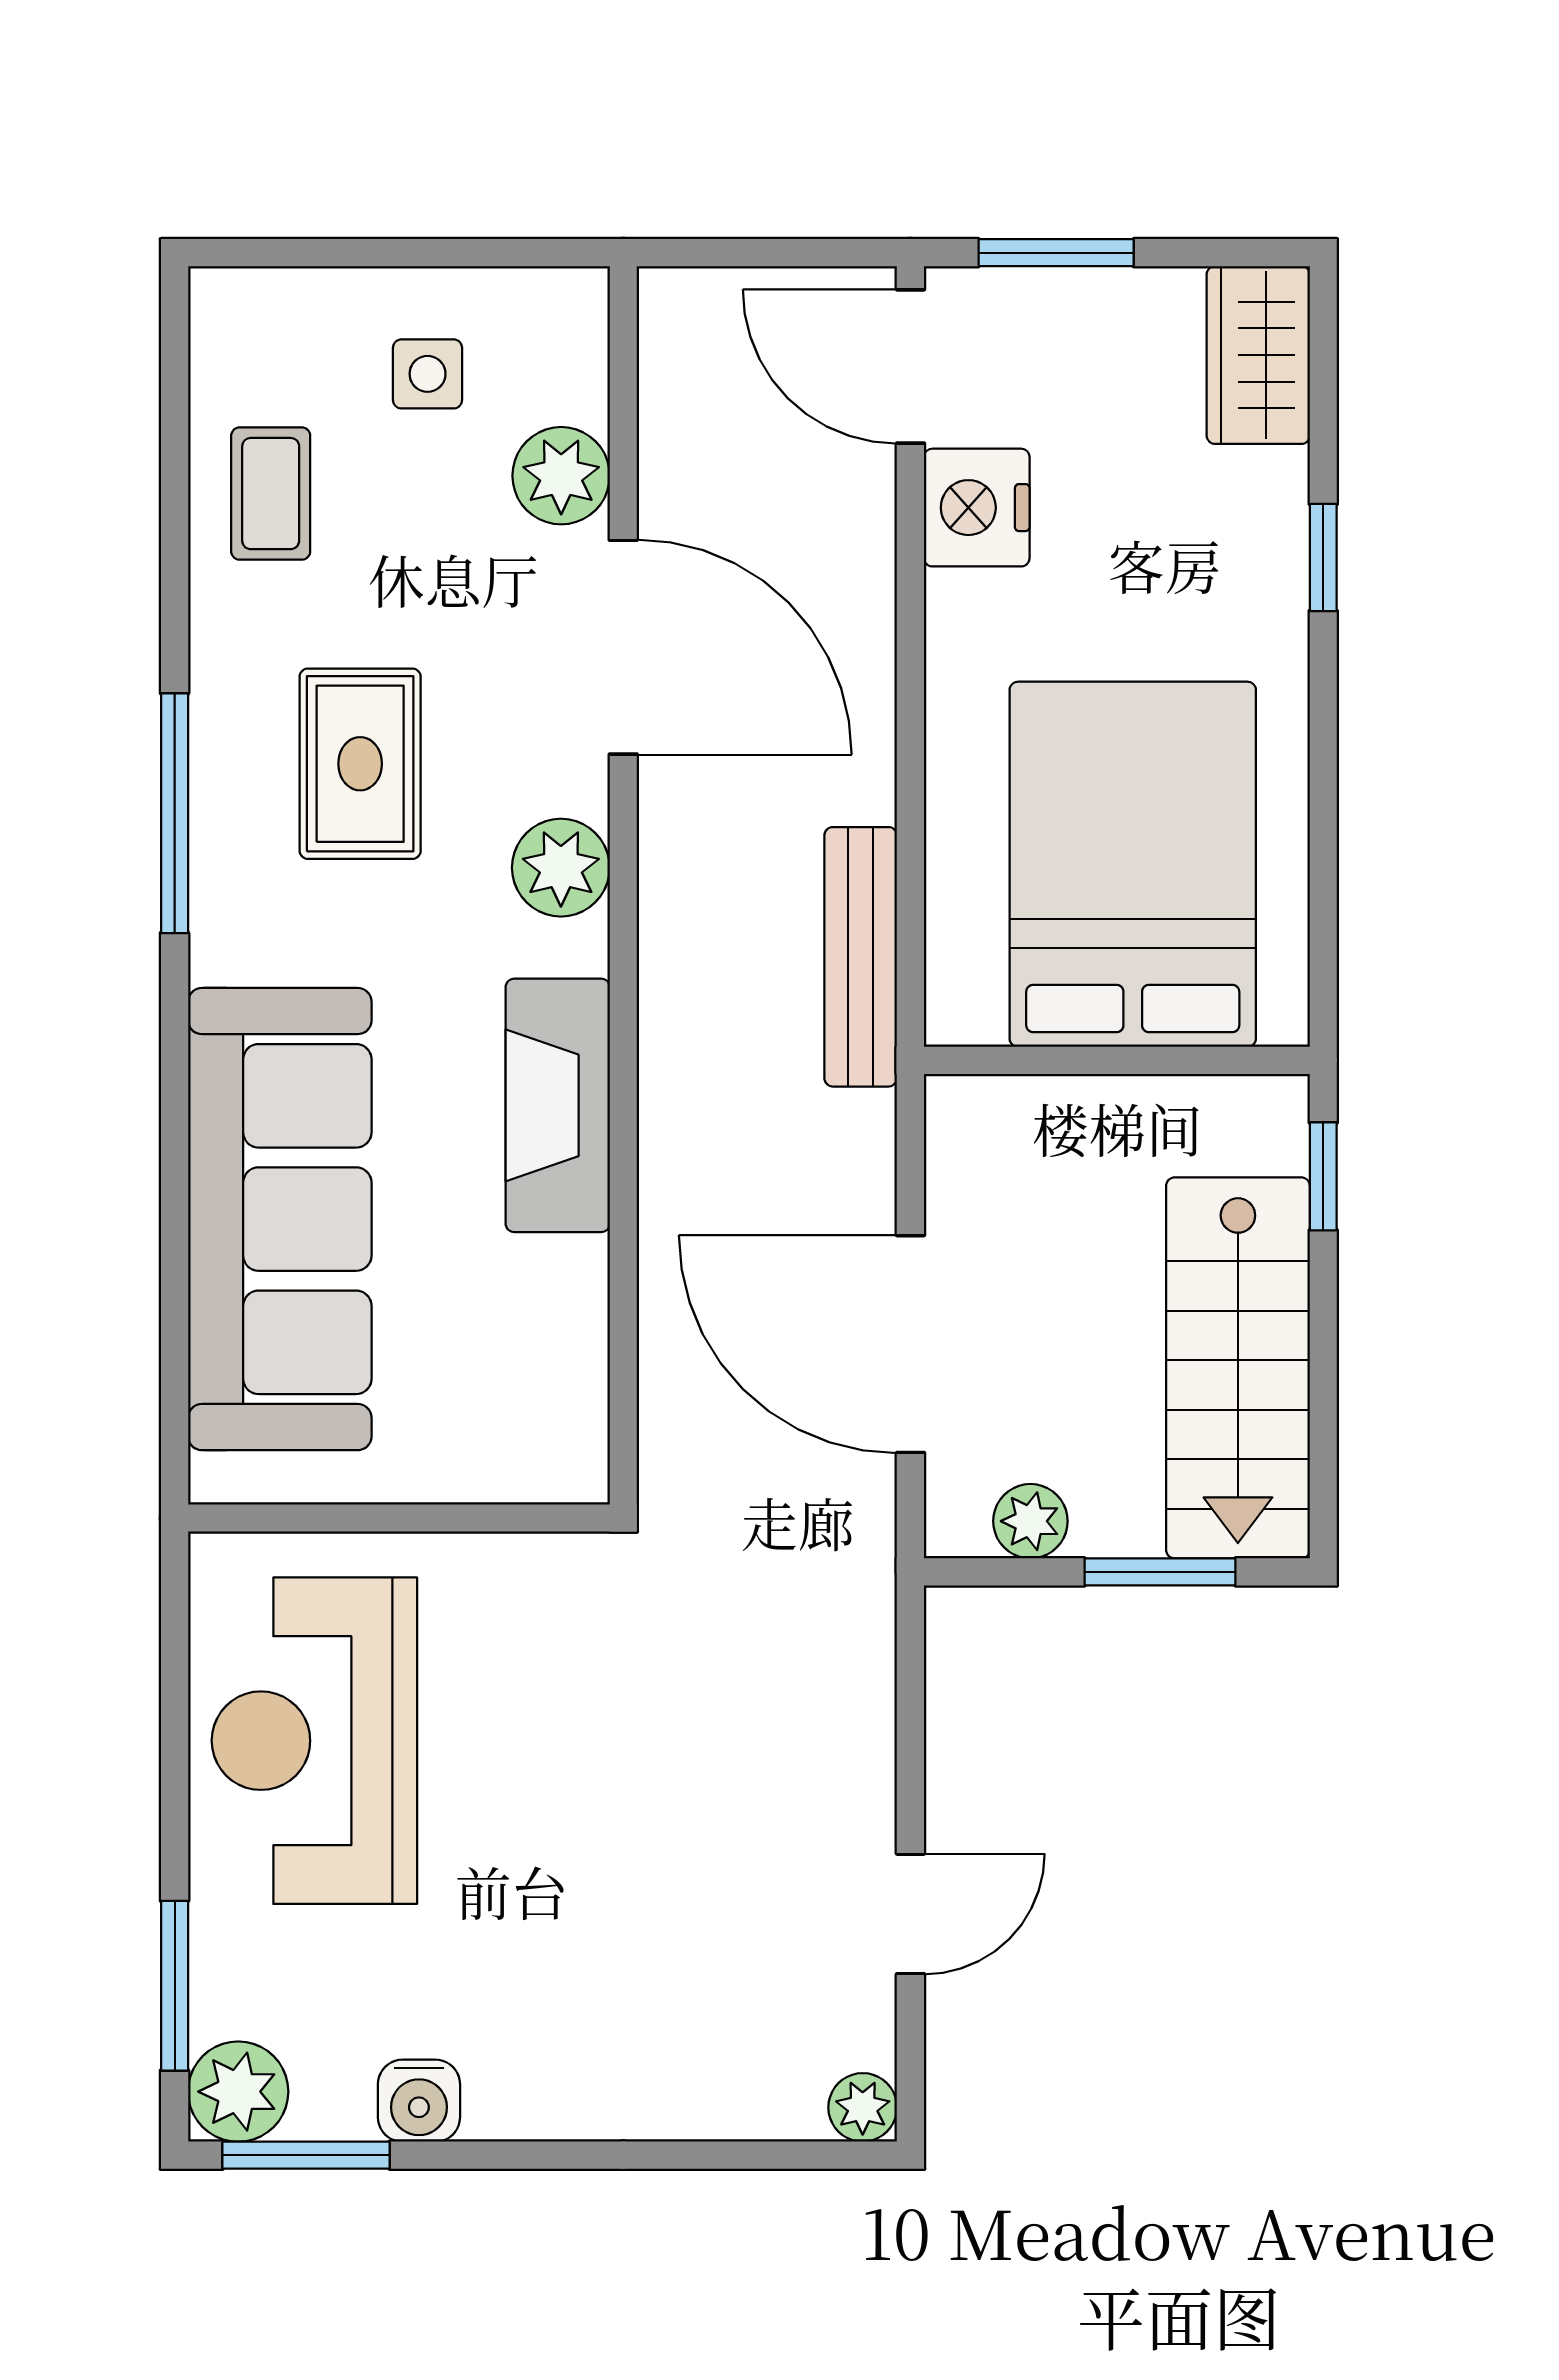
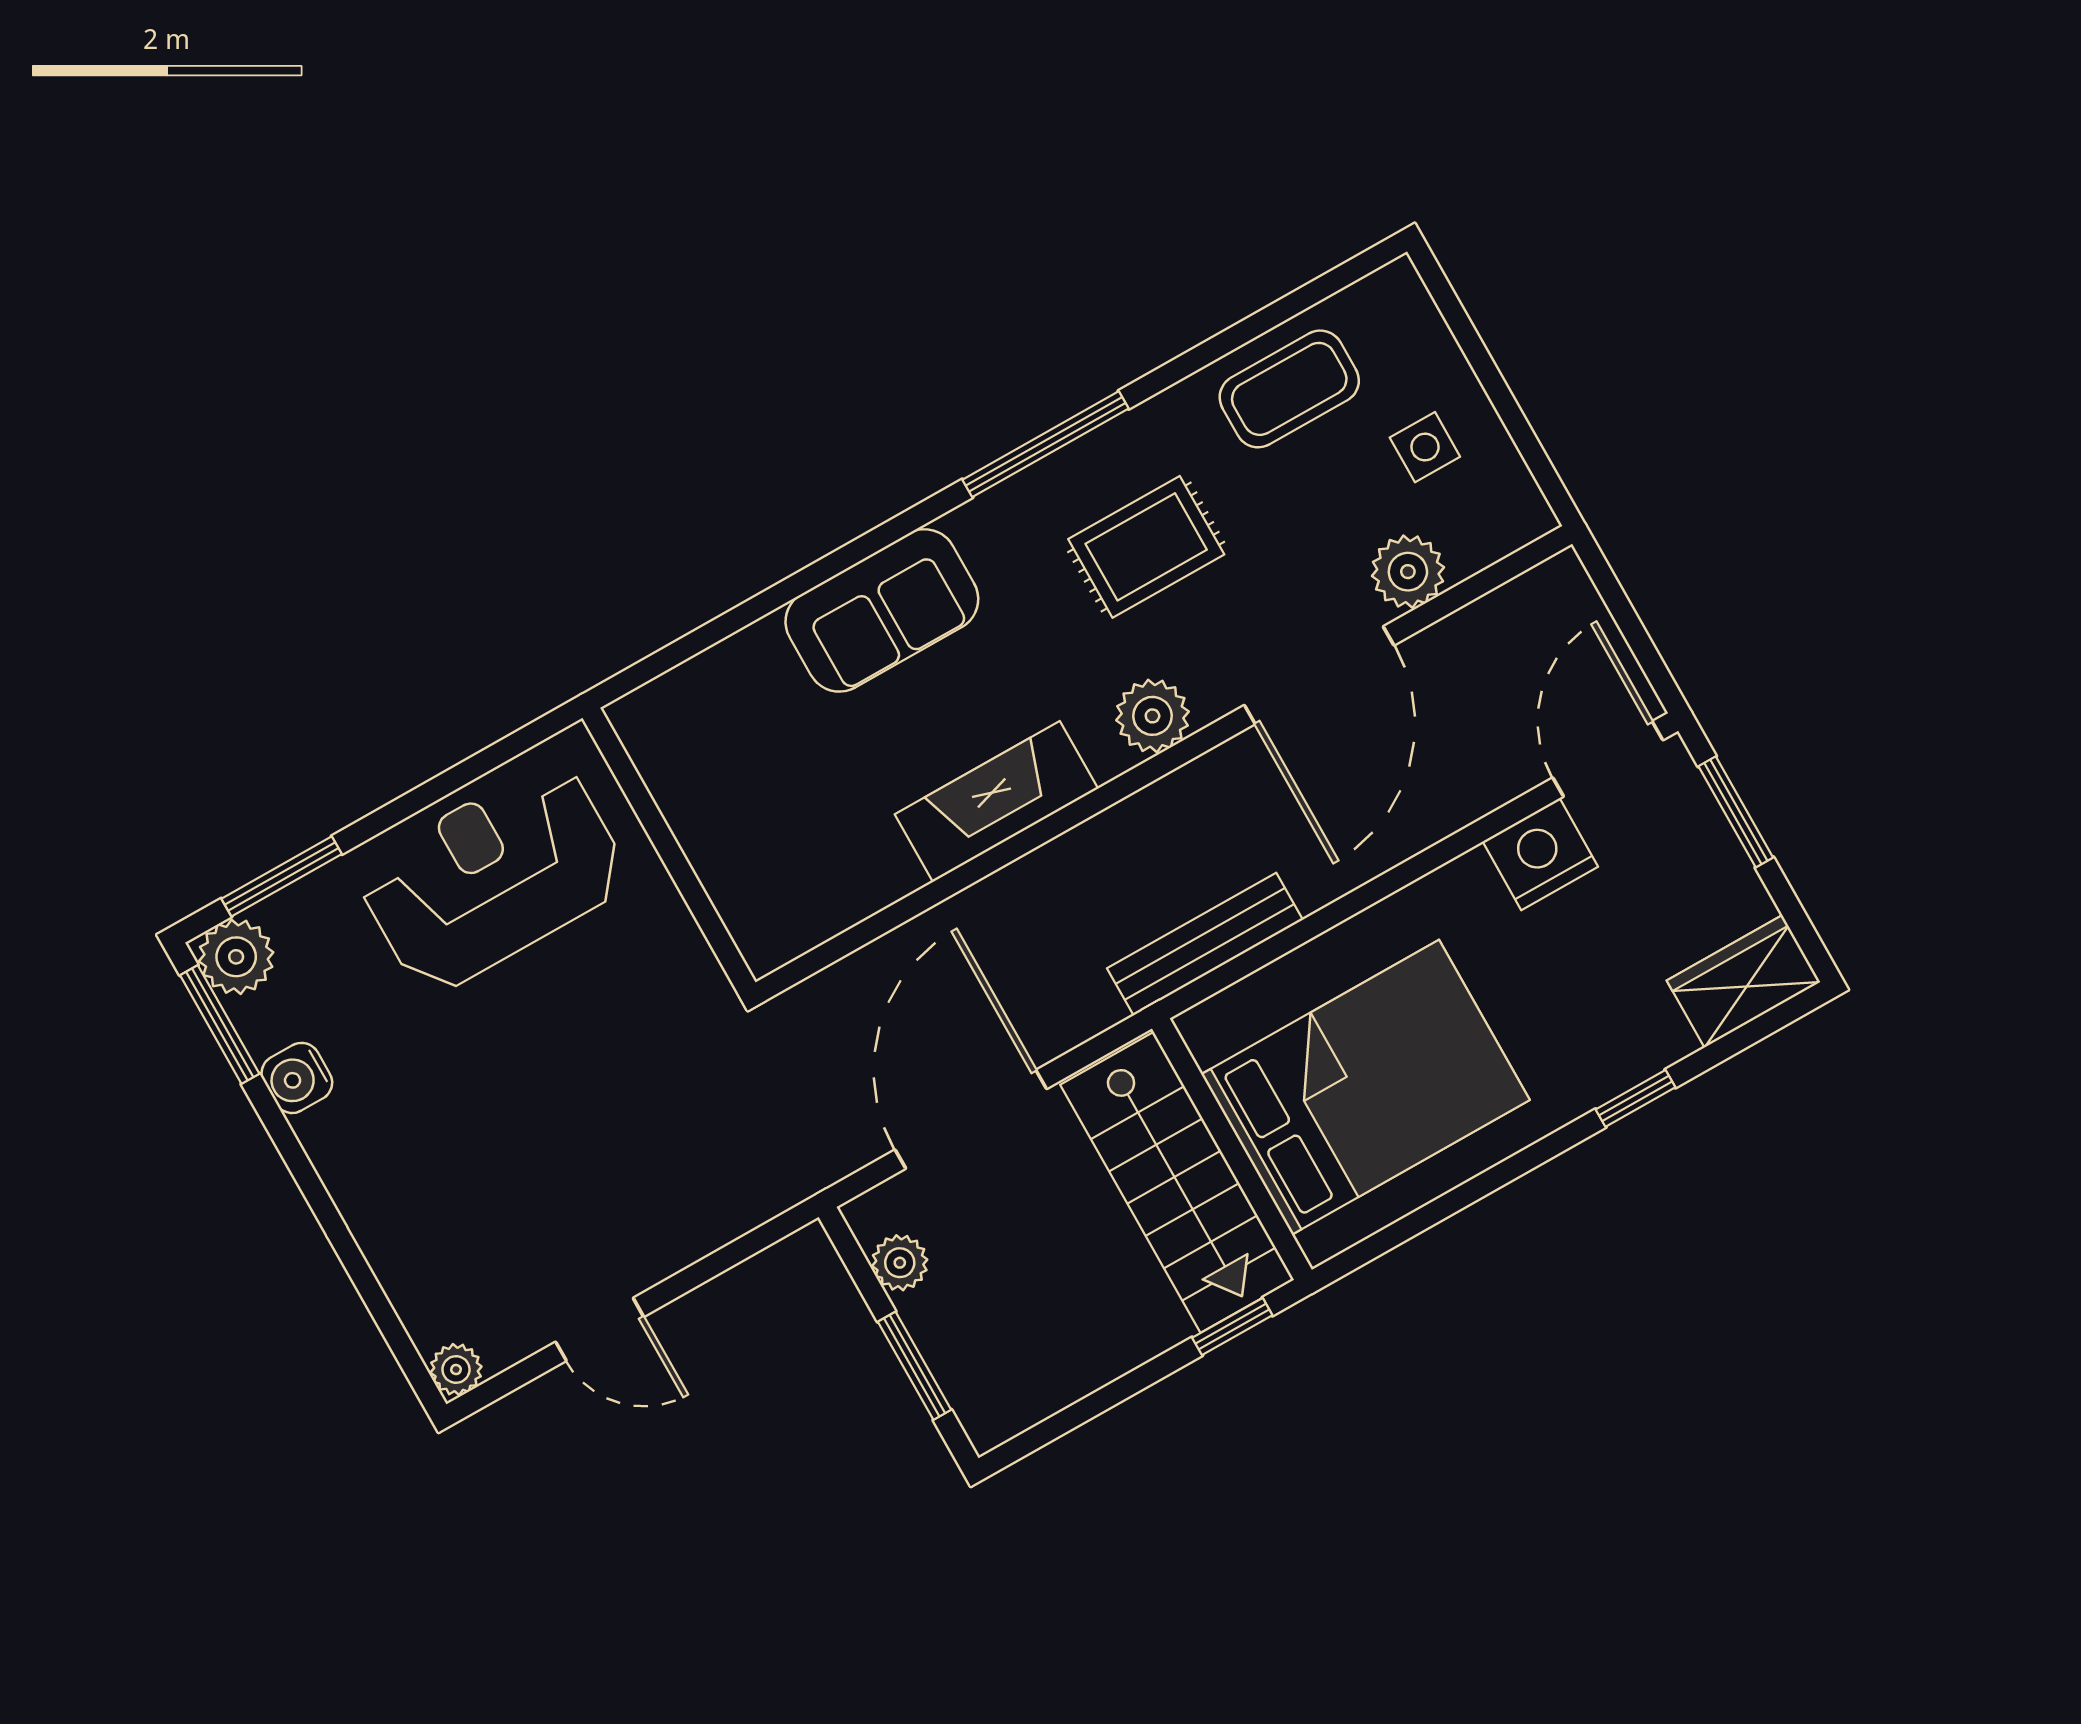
coffee table: (271, 494) -> (1289, 389), width x1.36, depth x1.30
sofa: (280, 1219) -> (882, 610), width x0.54, depth x0.79
stairs: (1238, 1368) -> (1177, 1182), moved, turned -90

